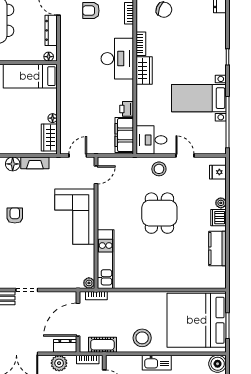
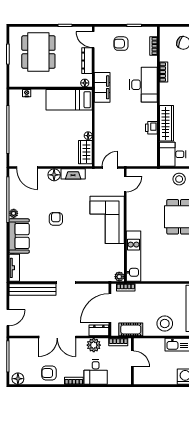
wardrobe: (144, 71) -> (167, 123), moved, width x1.50
filing cabinet: (124, 135) -> (102, 87), moved, turned 180

